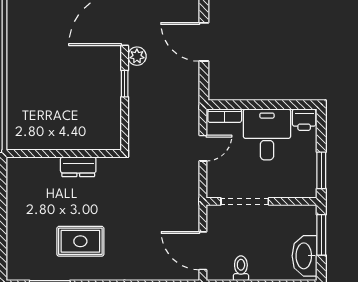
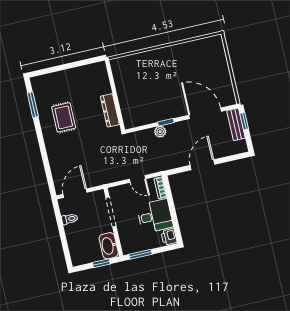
plant: (137, 56) -> (160, 132), moved
dresser: (78, 167) -> (110, 110), width x1.44
window: (321, 235) -> (101, 263), width x0.67
washbasin: (305, 256) -> (109, 246), moved, turned -90

